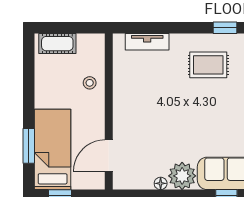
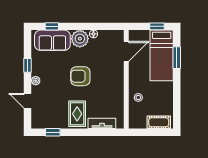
rug: (208, 65) -> (77, 114), moved, turned 90
armchair: (181, 117) -> (80, 76), added

